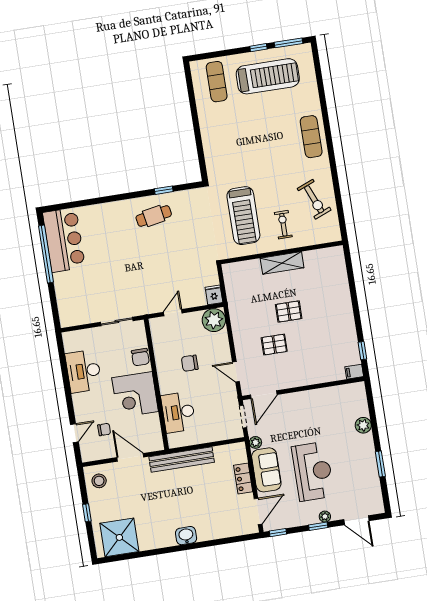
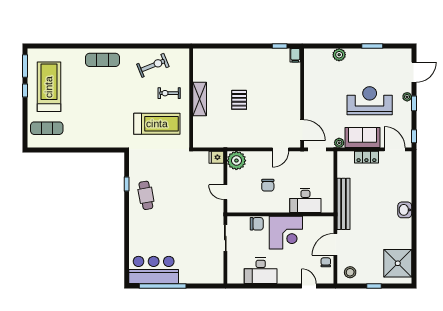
pallet: (274, 345) -> (264, 116), removed
chair: (104, 429) -> (326, 262), moved

